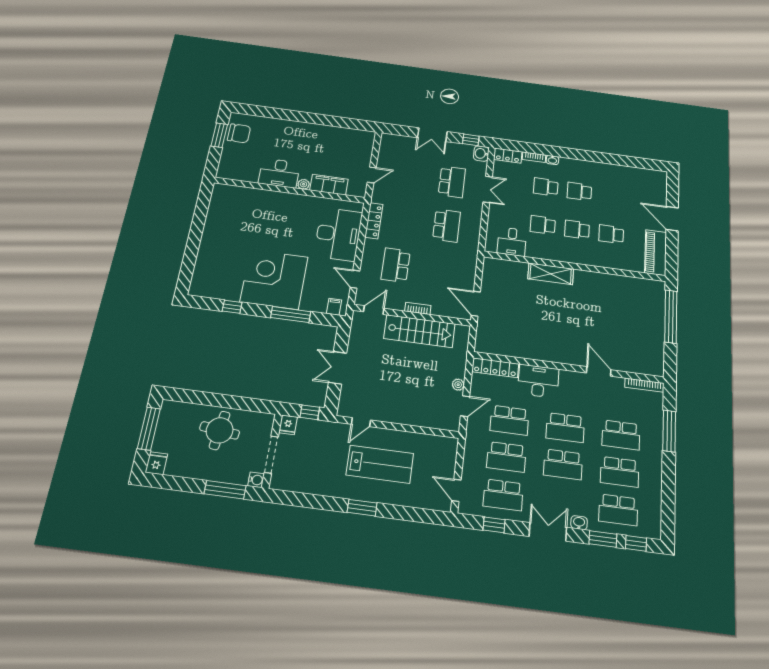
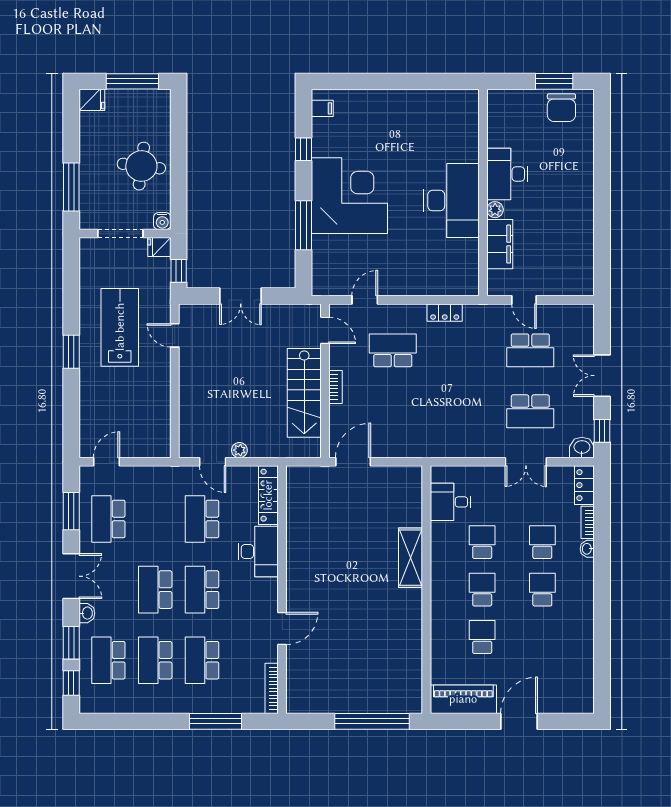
locker: (374, 221) -> (445, 313), width x0.66
school desk: (447, 226) -> (530, 350), moved
desk: (338, 234) -> (451, 201), moved, turned -90
filing cabinet: (334, 307) -> (322, 108), moved
double door: (338, 368) -> (241, 296), swing flipped
school desk: (506, 457) -> (155, 519), removed
lab bench: (380, 464) -> (120, 327), moved, turned 180
water cooler: (256, 480) -> (162, 221), moved
window: (494, 525) -> (71, 511), width x1.50

